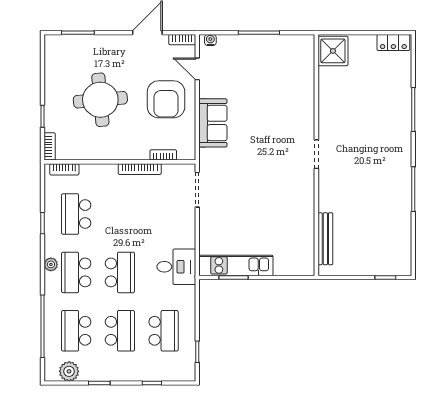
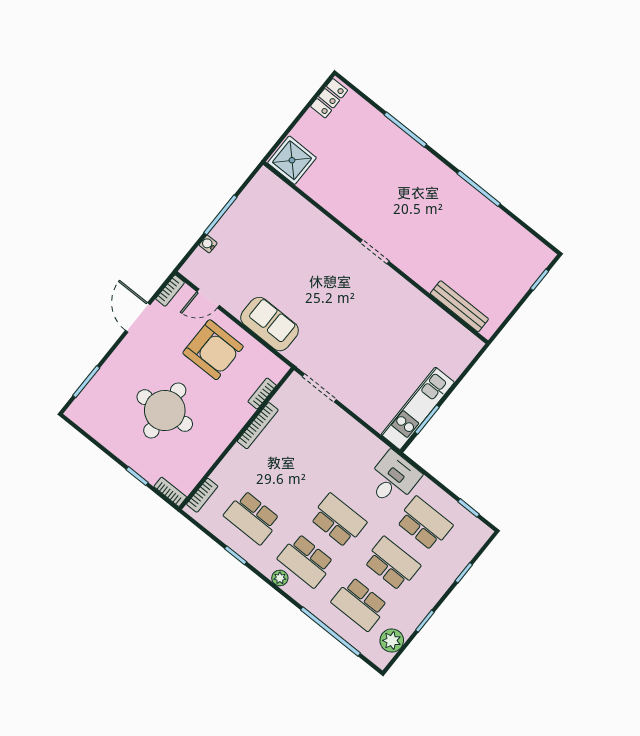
water cooler: (210, 40) -> (208, 244), moved
desk: (176, 267) -> (393, 479), moved

